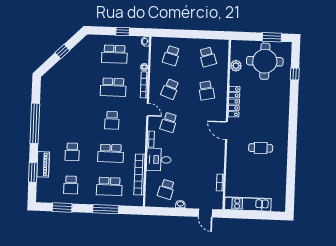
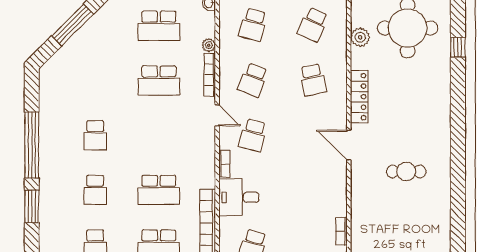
window: (62, 52) -> (73, 25), width x2.17
school desk: (208, 57) -> (313, 25), turned 42
school desk: (112, 120) -> (95, 135), moved
piano: (43, 164) -> (48, 212), removed
window: (33, 172) -> (32, 206), moved

